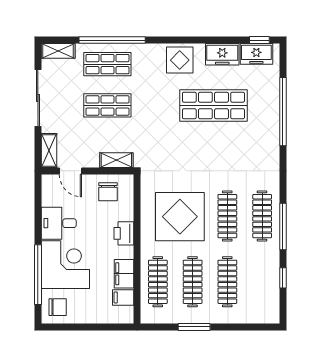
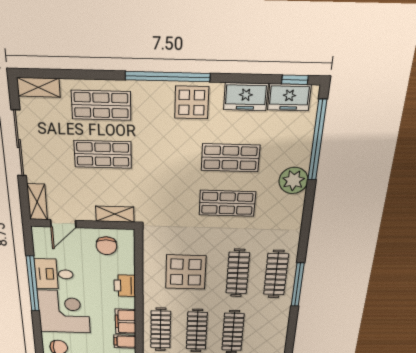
window: (112, 40) -> (168, 77), moved
shop shelf: (213, 105) -> (230, 158), width x0.70, depth x0.74
window: (283, 112) -> (317, 141), moved
plant: (268, 124) -> (293, 180), added
shop shelf: (213, 147) -> (227, 203), added
door: (70, 171) -> (63, 224), hinge flipped
display table: (180, 217) -> (186, 272), width x0.73, depth x0.73
window: (38, 275) -> (33, 284), moved
window: (283, 278) -> (291, 331), removed

